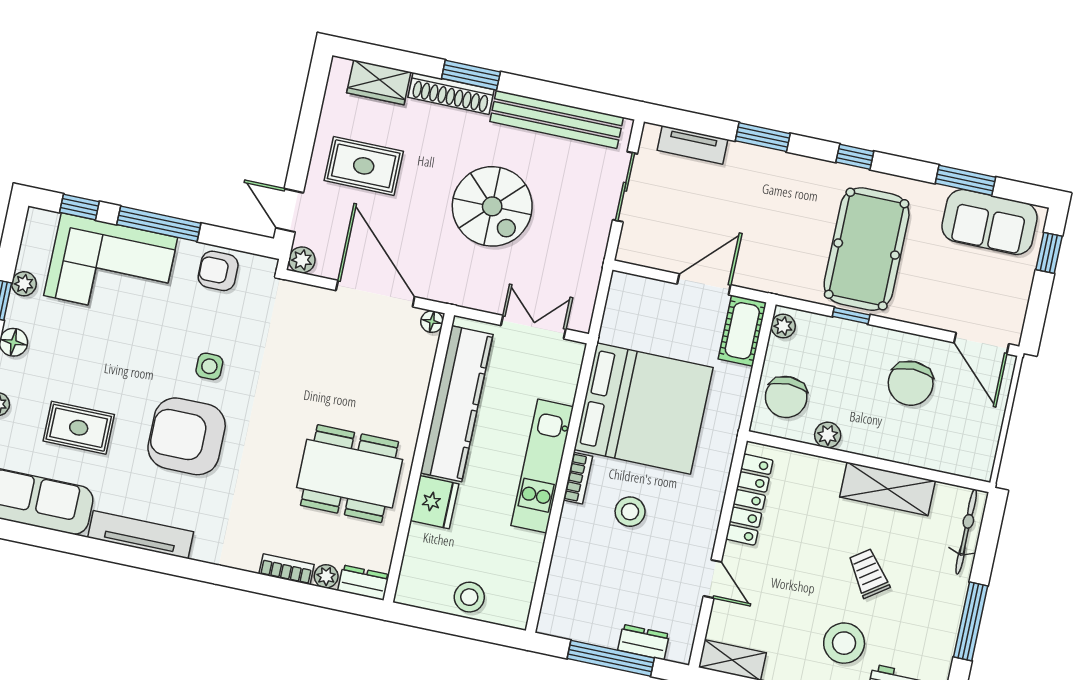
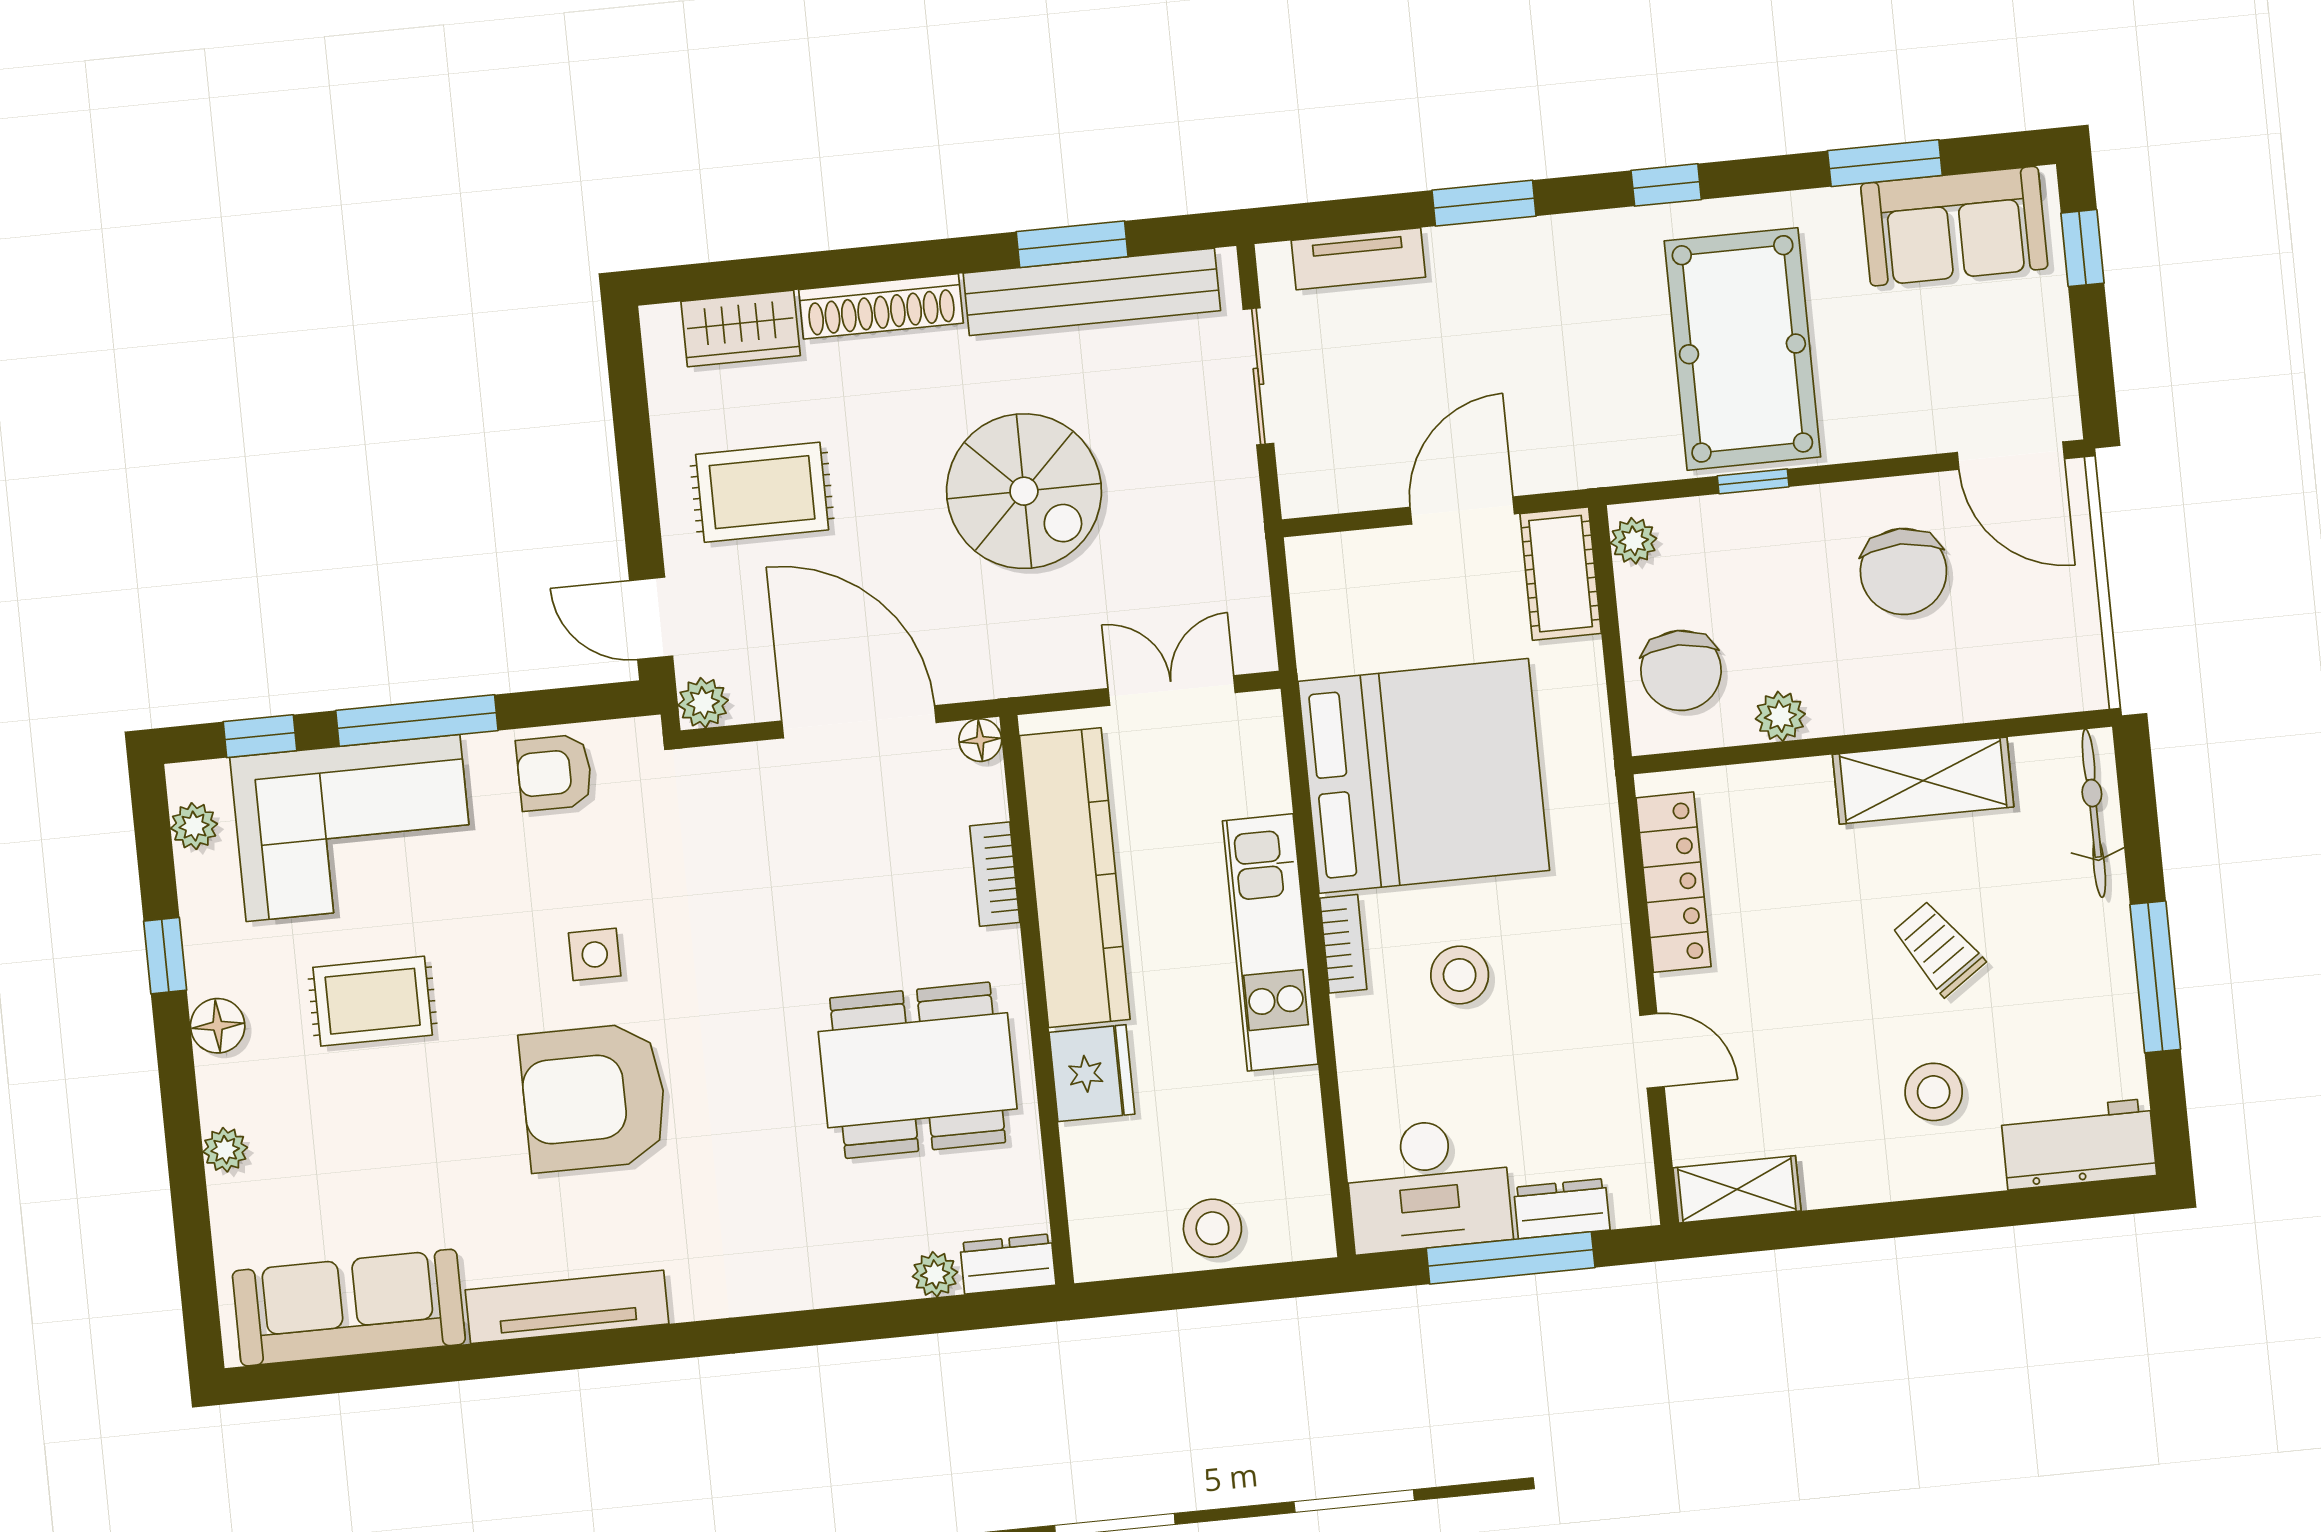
window: (471, 75) -> (1072, 244), moved
plant: (24, 284) -> (194, 826), moved
rug: (79, 428) -> (373, 1001), moved
bookcase: (287, 569) -> (995, 874), moved, turned -90
desk: (582, 610) -> (1428, 1185), added
stool: (844, 643) -> (1934, 1092), width x0.73, depth x0.73

